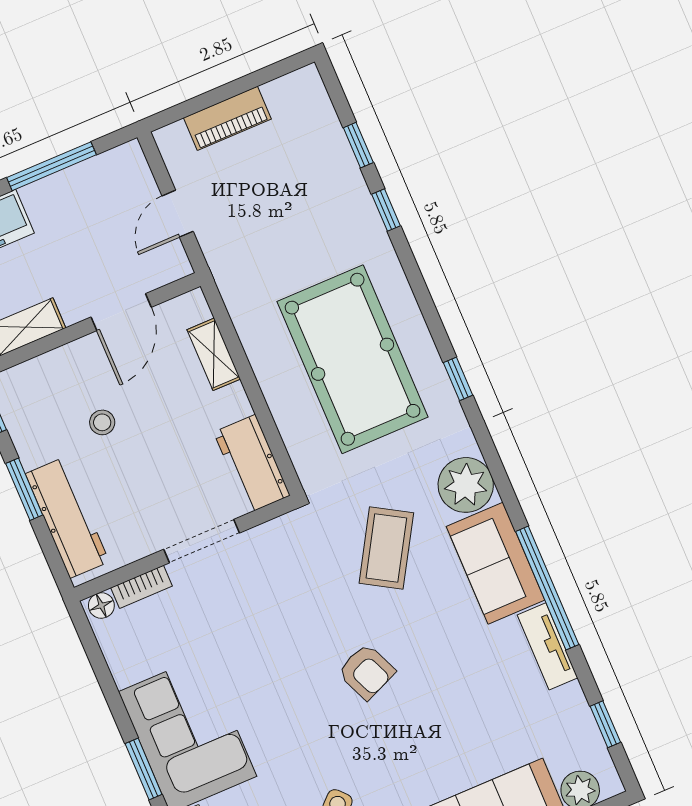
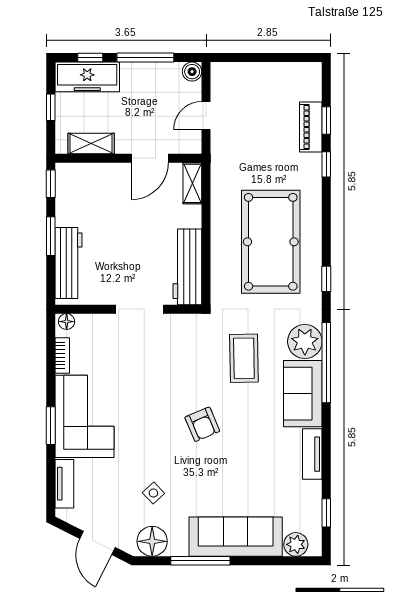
piano: (227, 118) -> (311, 127), moved, turned 90
boiler: (129, 158) -> (192, 72), added
shelving: (214, 354) -> (192, 183), moved
stool: (102, 422) -> (112, 217), removed
workbench: (252, 464) -> (187, 267), width x1.38
coffee table: (386, 548) -> (244, 358), turned -32
bookcase: (142, 587) -> (62, 355), moved, turned -90
window: (547, 588) -> (326, 363), moved

